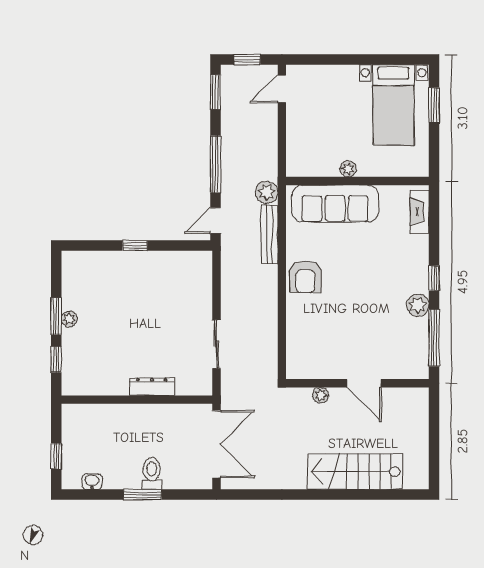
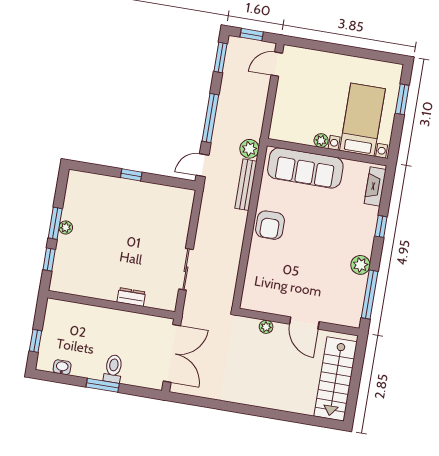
bed with nightstands: (393, 105) -> (362, 120), moved, turned 180
window: (434, 278) -> (381, 226), moved
dresser: (152, 387) -> (131, 297), width x0.70
stairs: (355, 472) -> (336, 379), moved, turned -90

